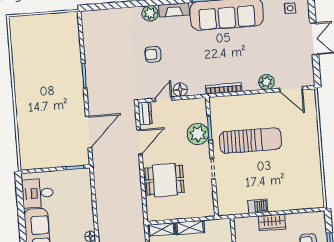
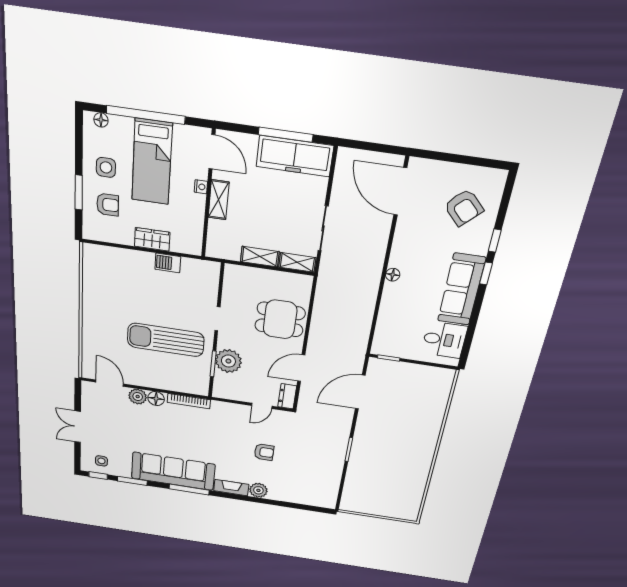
floor lamp: (180, 90) -> (156, 399), moved

